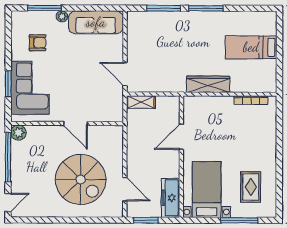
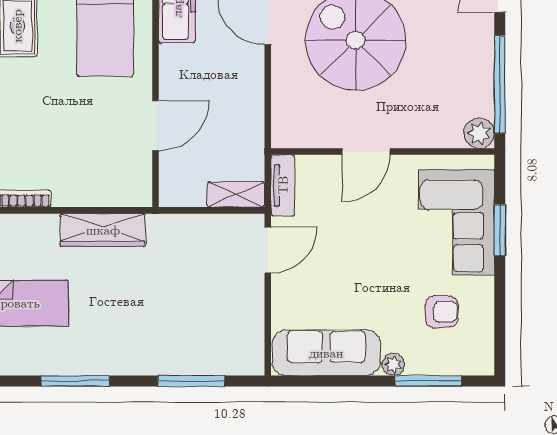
window: (206, 8) -> (75, 381), moved
armchair: (38, 43) -> (441, 312), turned 180
door: (125, 74) -> (268, 250), hinge flipped
tv unit: (117, 107) -> (283, 185), added
door: (75, 123) -> (366, 152), swing flipped

